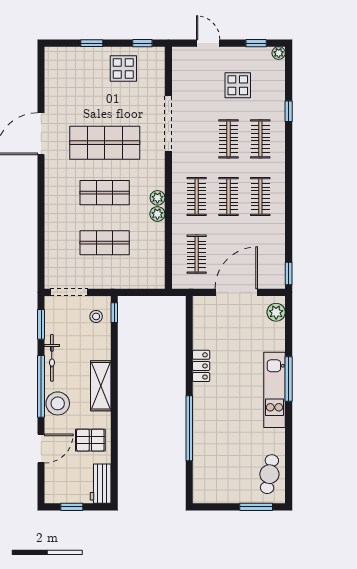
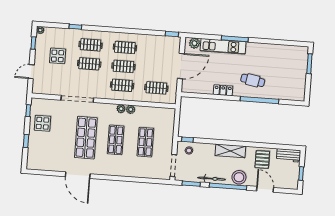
door: (236, 292) -> (181, 66), swing flipped
kitchen unit: (275, 390) -> (223, 46), moved
cafe table: (269, 474) -> (253, 80), moved

